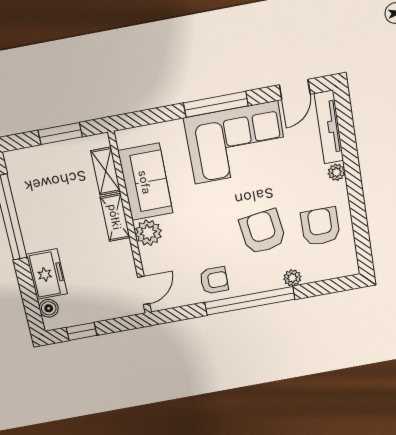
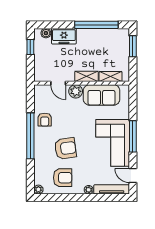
window: (60, 134) -> (133, 46), moved
plant: (292, 278) -> (38, 190), moved
door: (144, 291) -> (58, 83), moved

